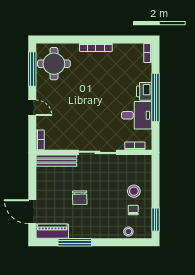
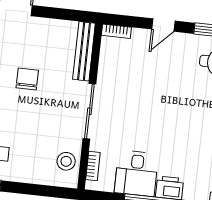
stool: (134, 191) -> (66, 161), moved
chair: (80, 198) -> (27, 79), turned 92

